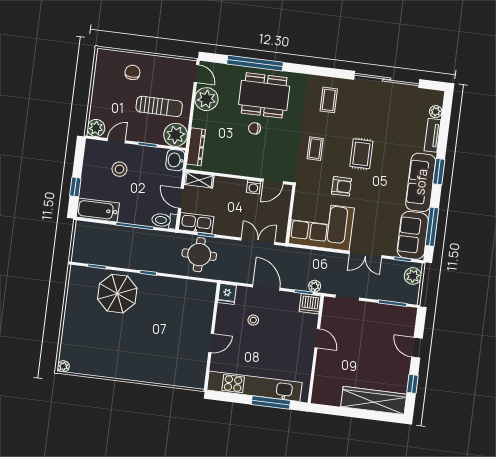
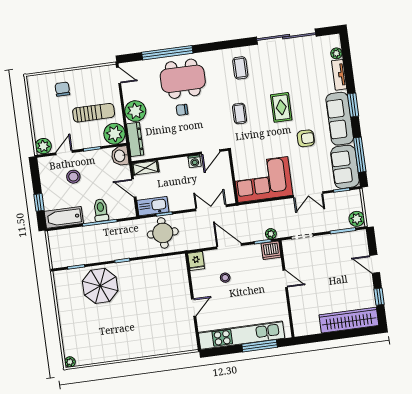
plant: (206, 99) -> (135, 111), moved
armchair: (342, 186) -> (306, 138), moved
toilet: (164, 220) -> (101, 210), moved, turned 90
plant: (413, 276) -> (357, 219), moved

